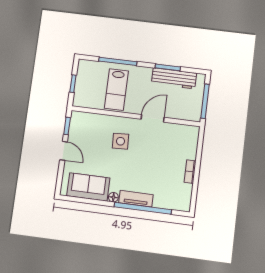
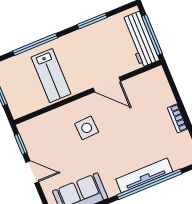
workbench: (174, 78) -> (140, 39), moved, turned 90
door: (153, 118) -> (107, 85), swing flipped
floor lamp: (113, 197) -> (113, 190), removed
tv unit: (136, 199) -> (144, 175), width x1.41

